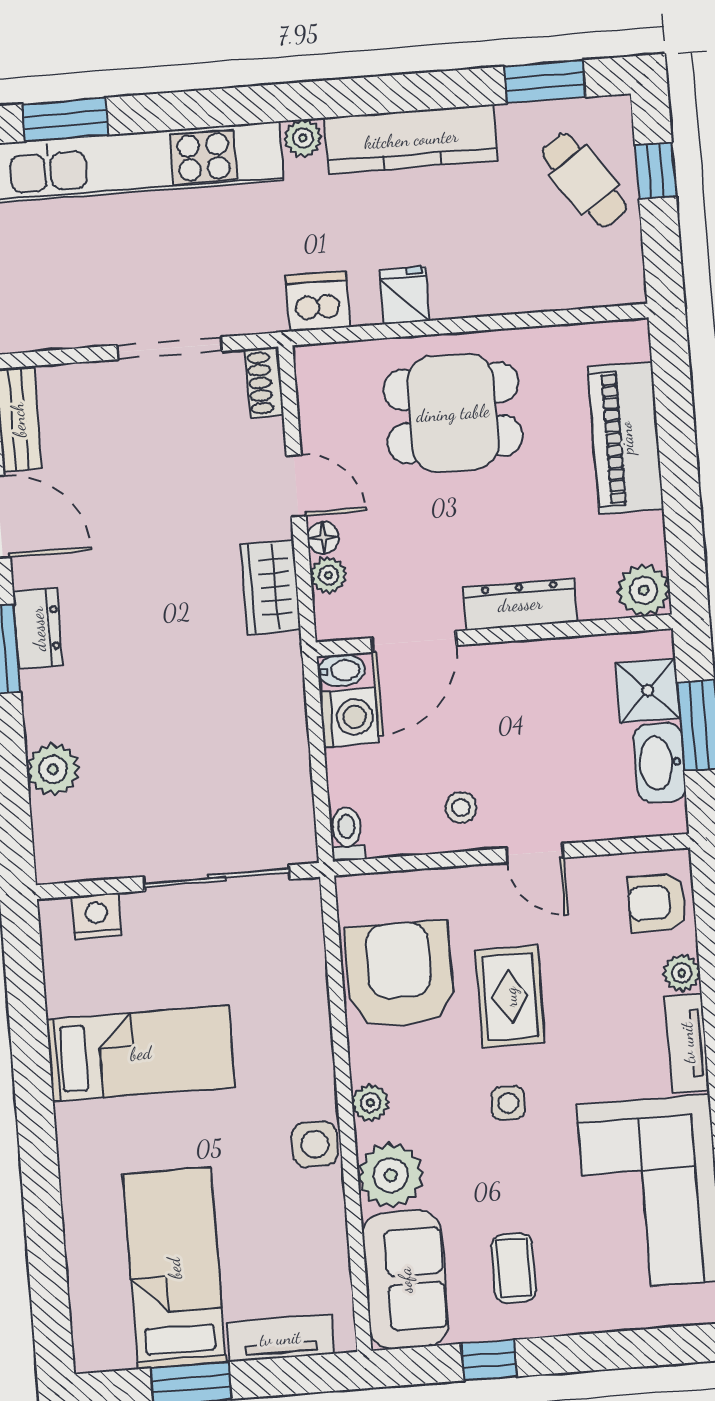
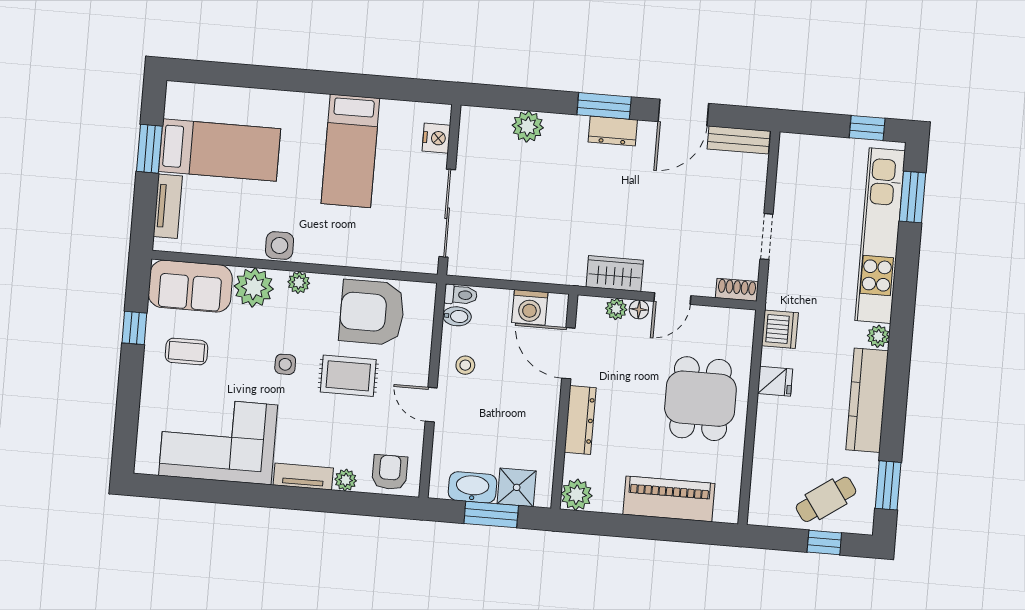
doorway: (169, 348) -> (766, 237), width x0.73
bidet: (341, 670) -> (457, 316), moved, turned -90
door: (535, 853) -> (431, 405), hinge flipped
armchair: (400, 975) -> (372, 312), turned 180

